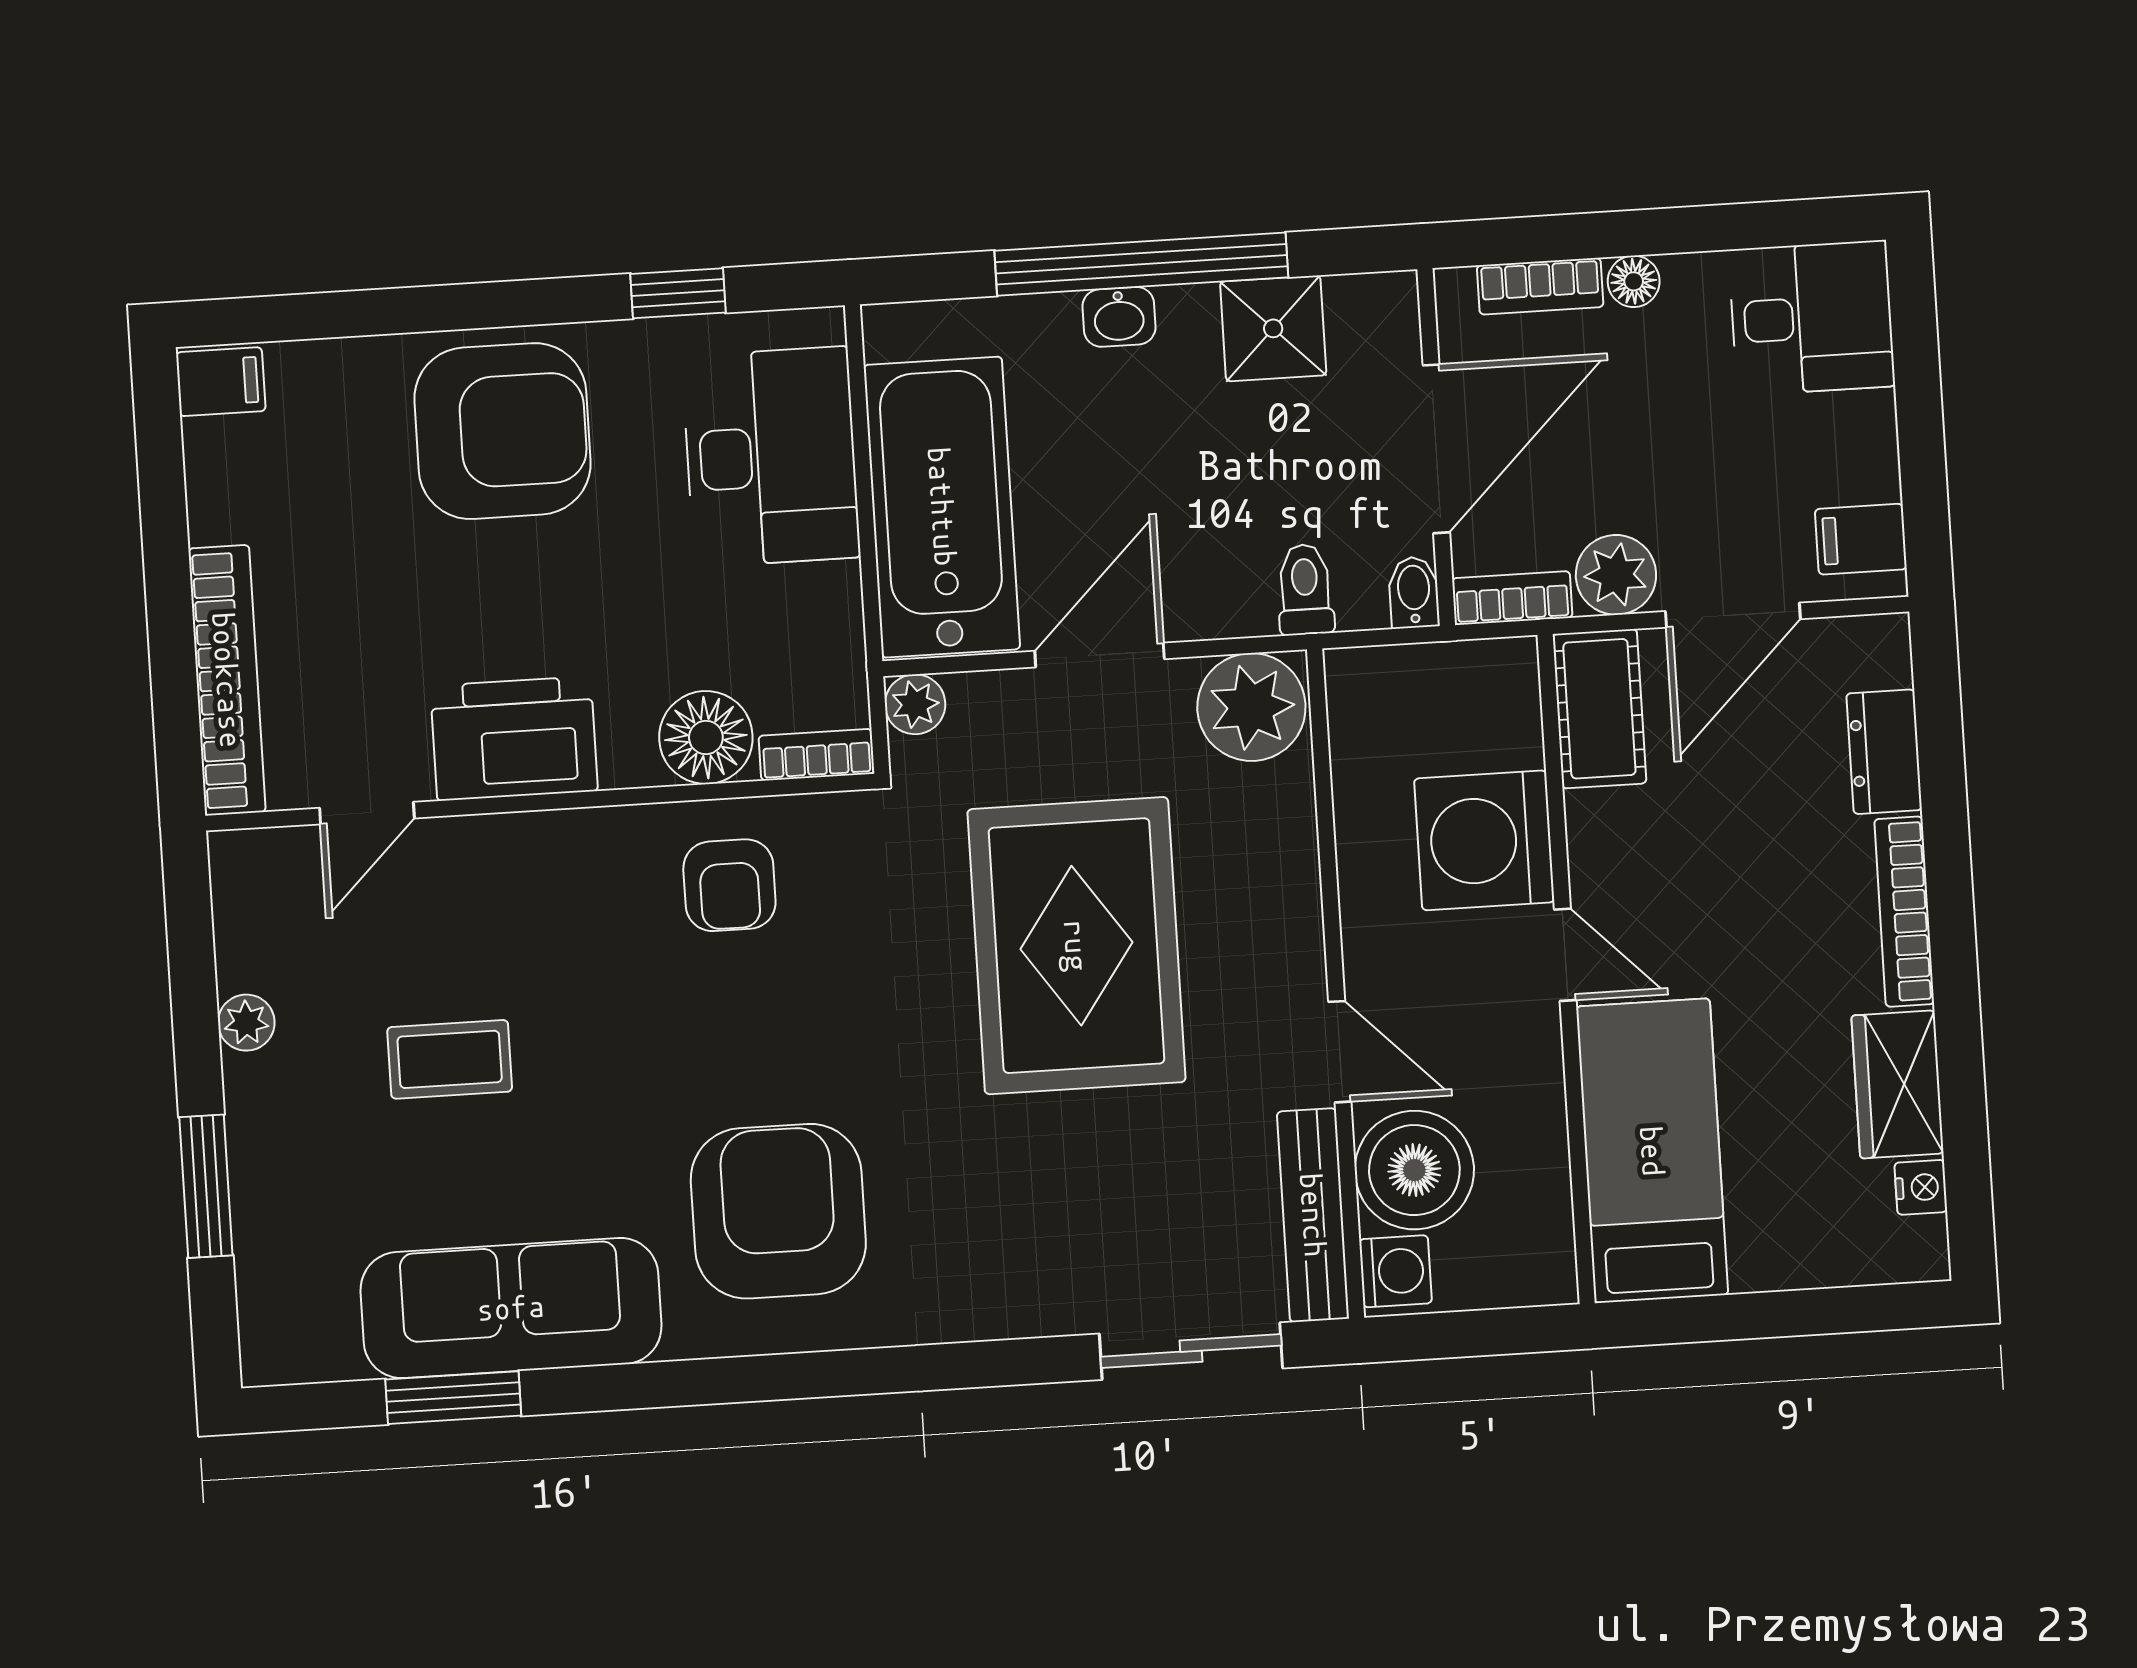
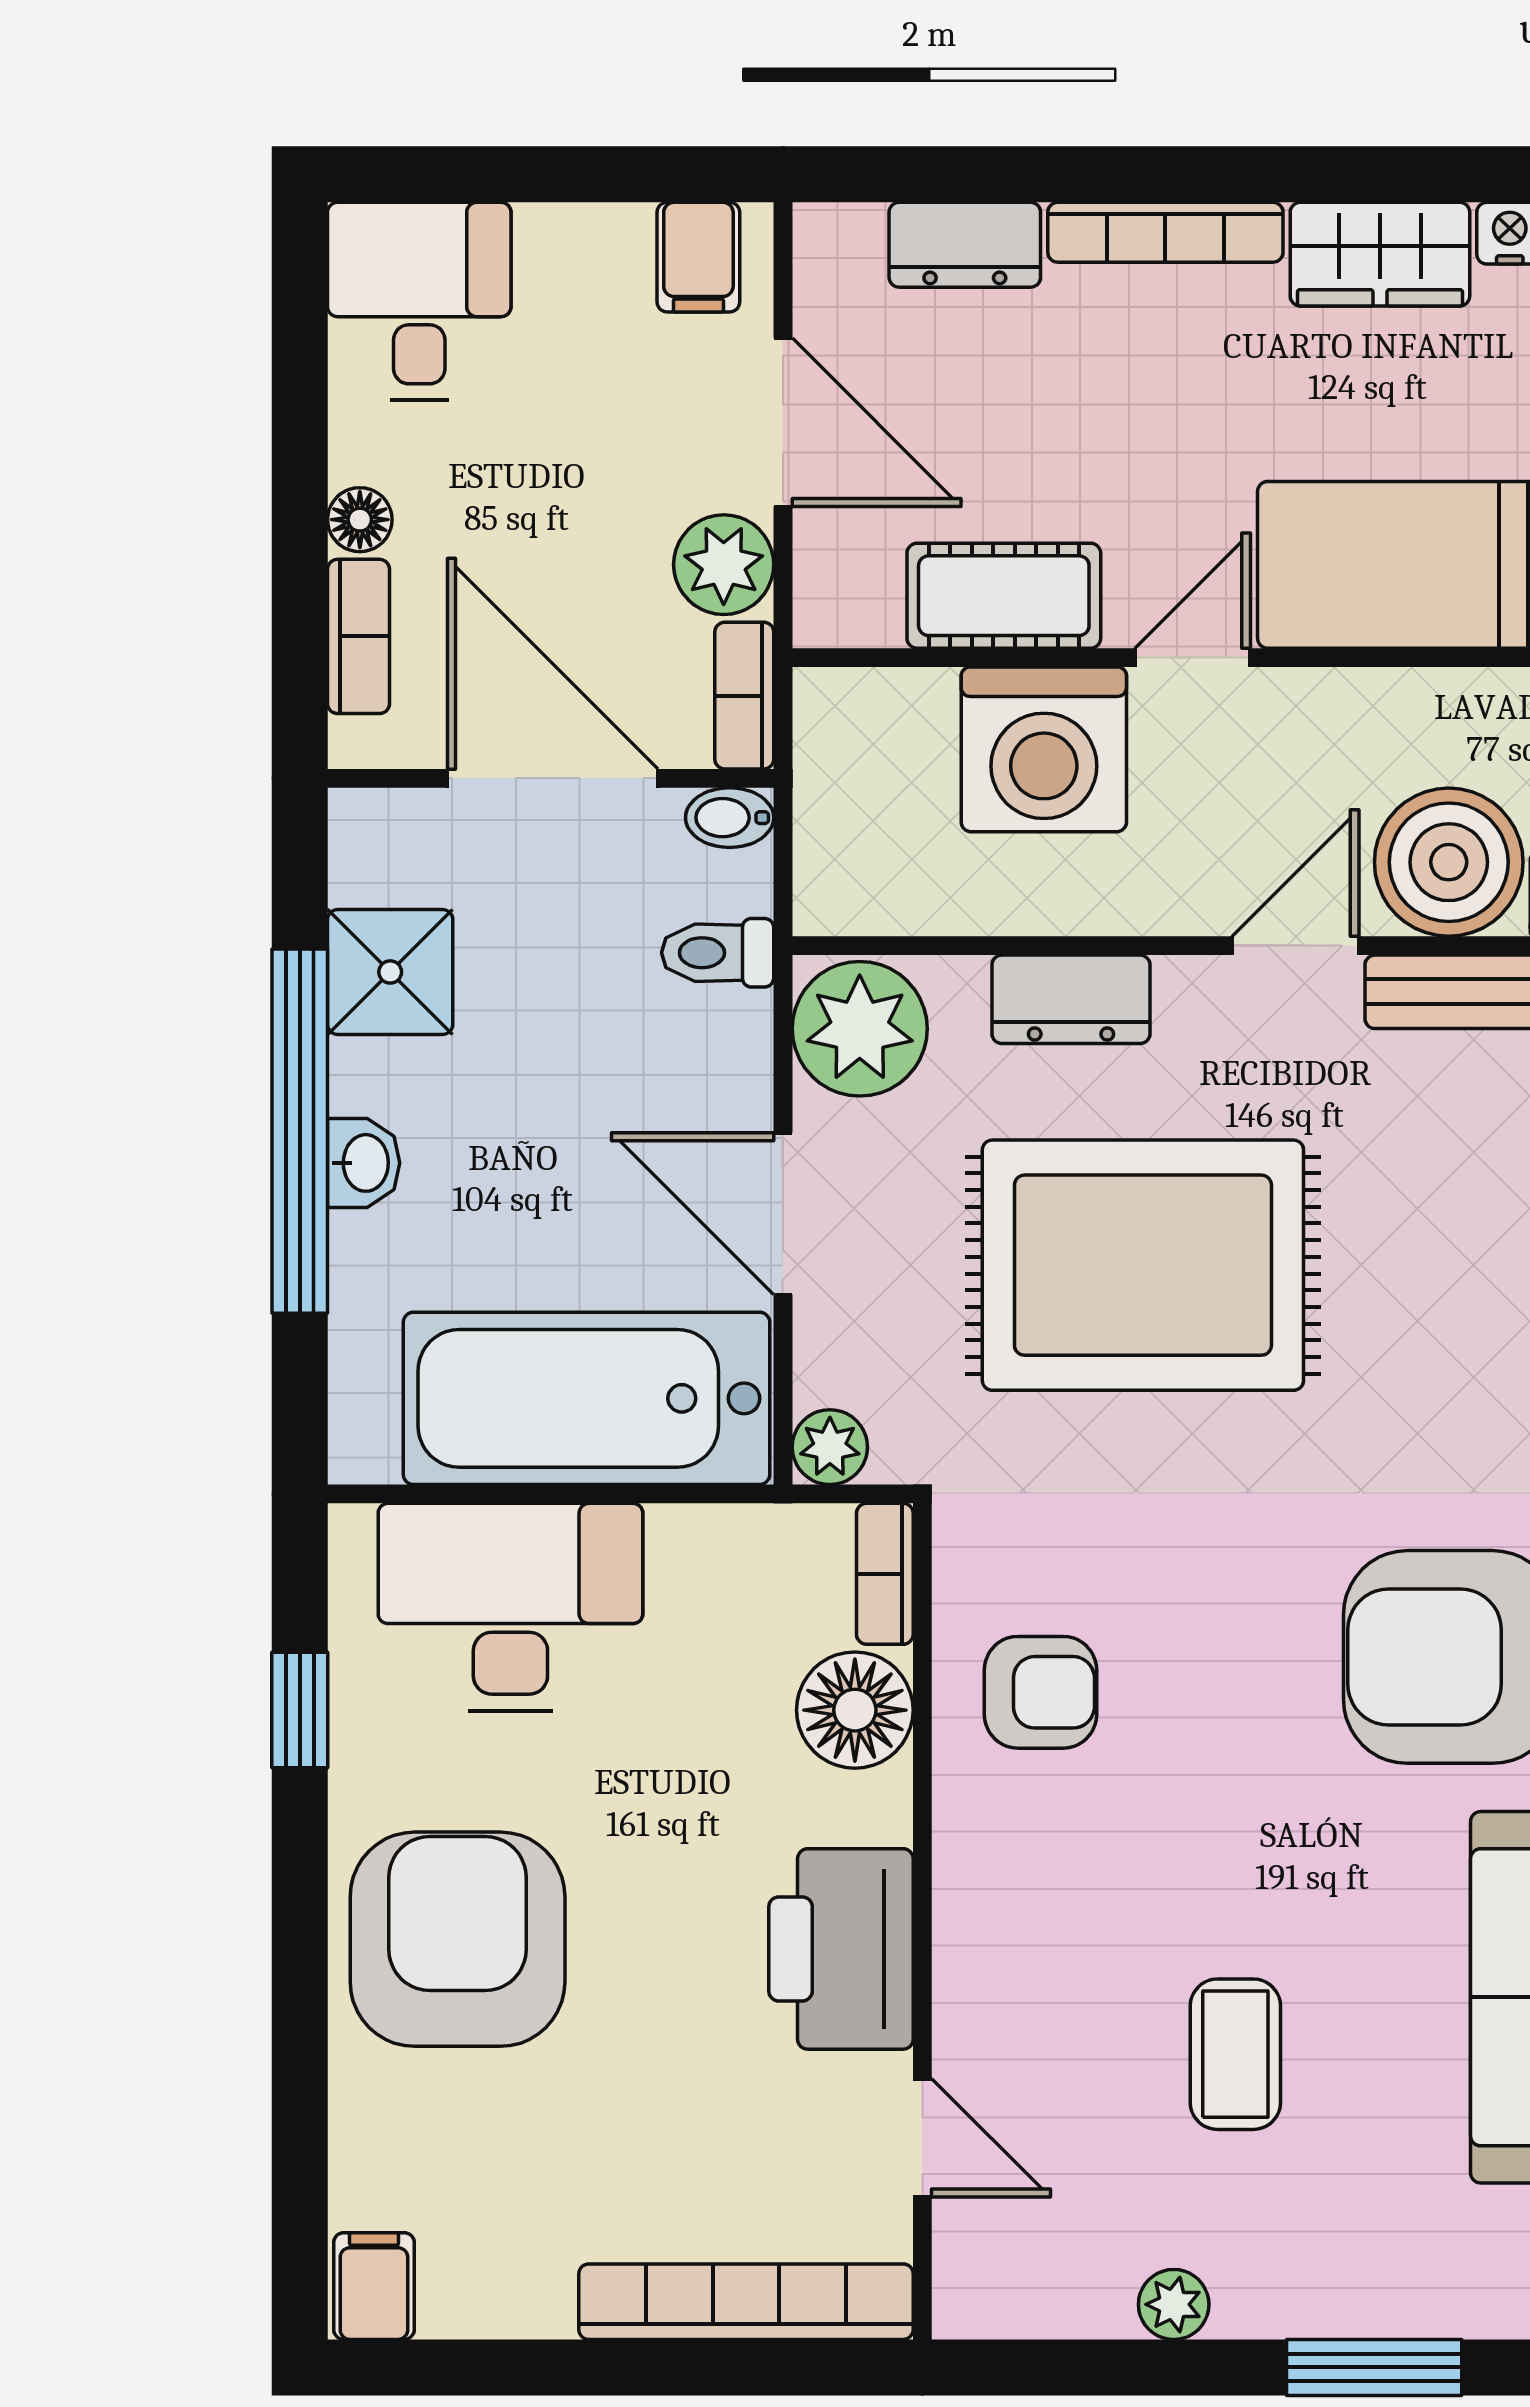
cot: (1599, 709) -> (1004, 596), moved
dresser: (1286, 875) -> (1071, 999), added

